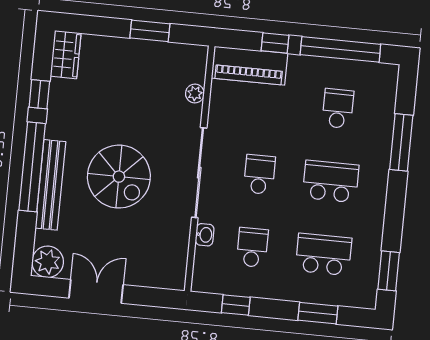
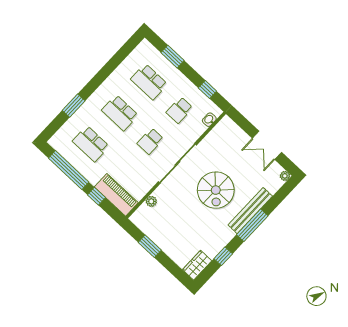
school desk: (338, 108) -> (91, 144), width x1.85
window: (401, 142) -> (74, 106), width x0.69
window: (32, 167) -> (252, 225), width x0.68
spiral stairs: (119, 177) -> (216, 190), turned 180
washbasin: (205, 235) -> (209, 120), moved
plant: (48, 262) -> (285, 176), width x0.53, depth x0.53
window: (389, 271) -> (125, 51), removed

